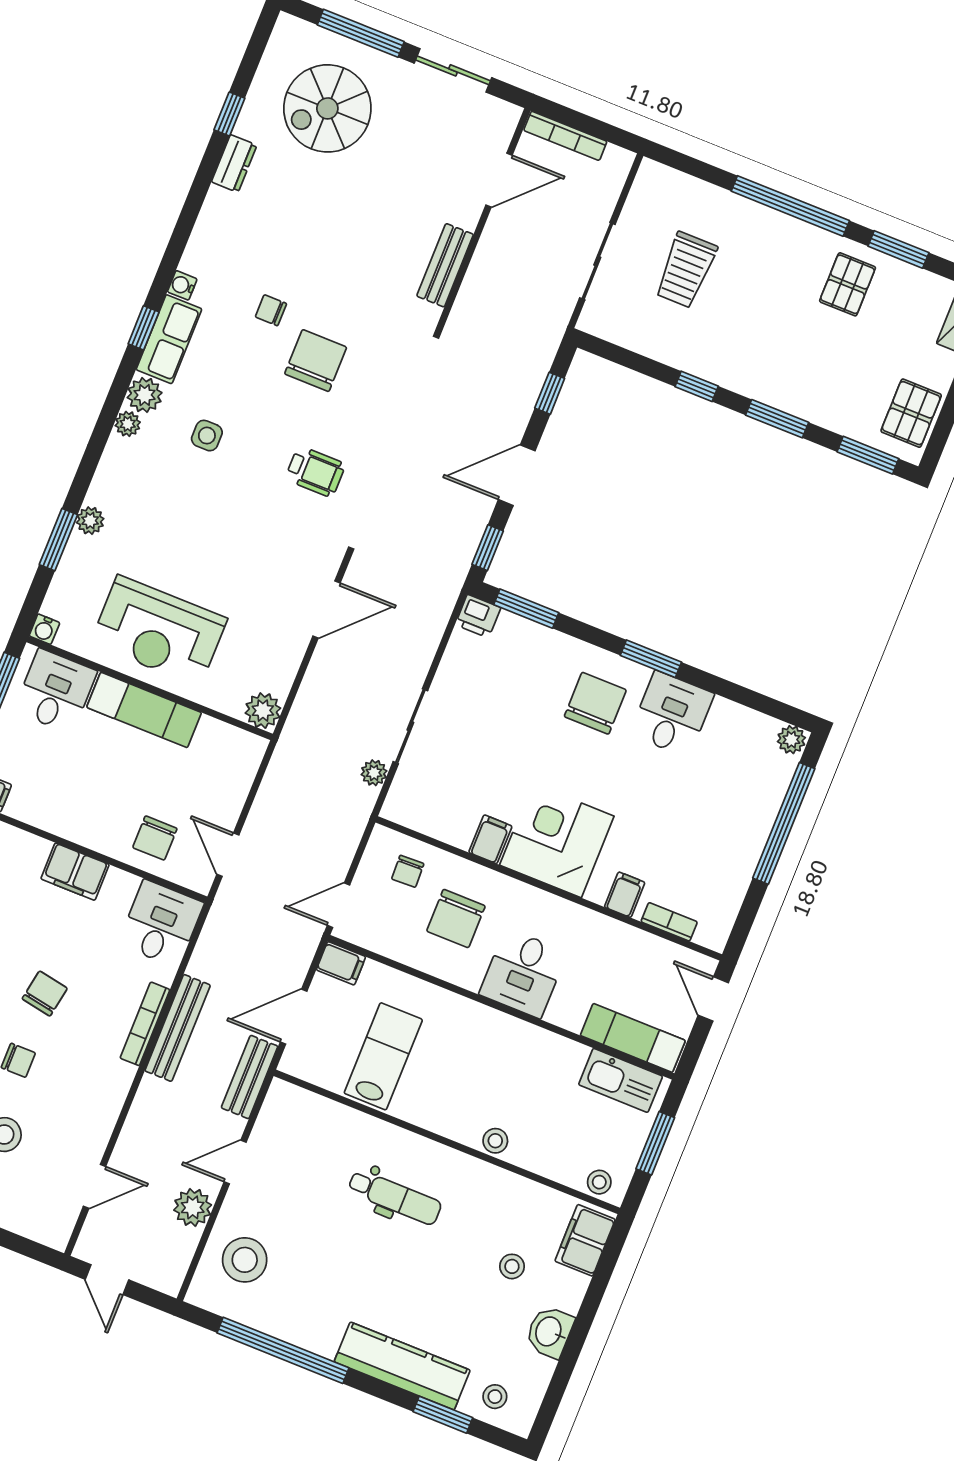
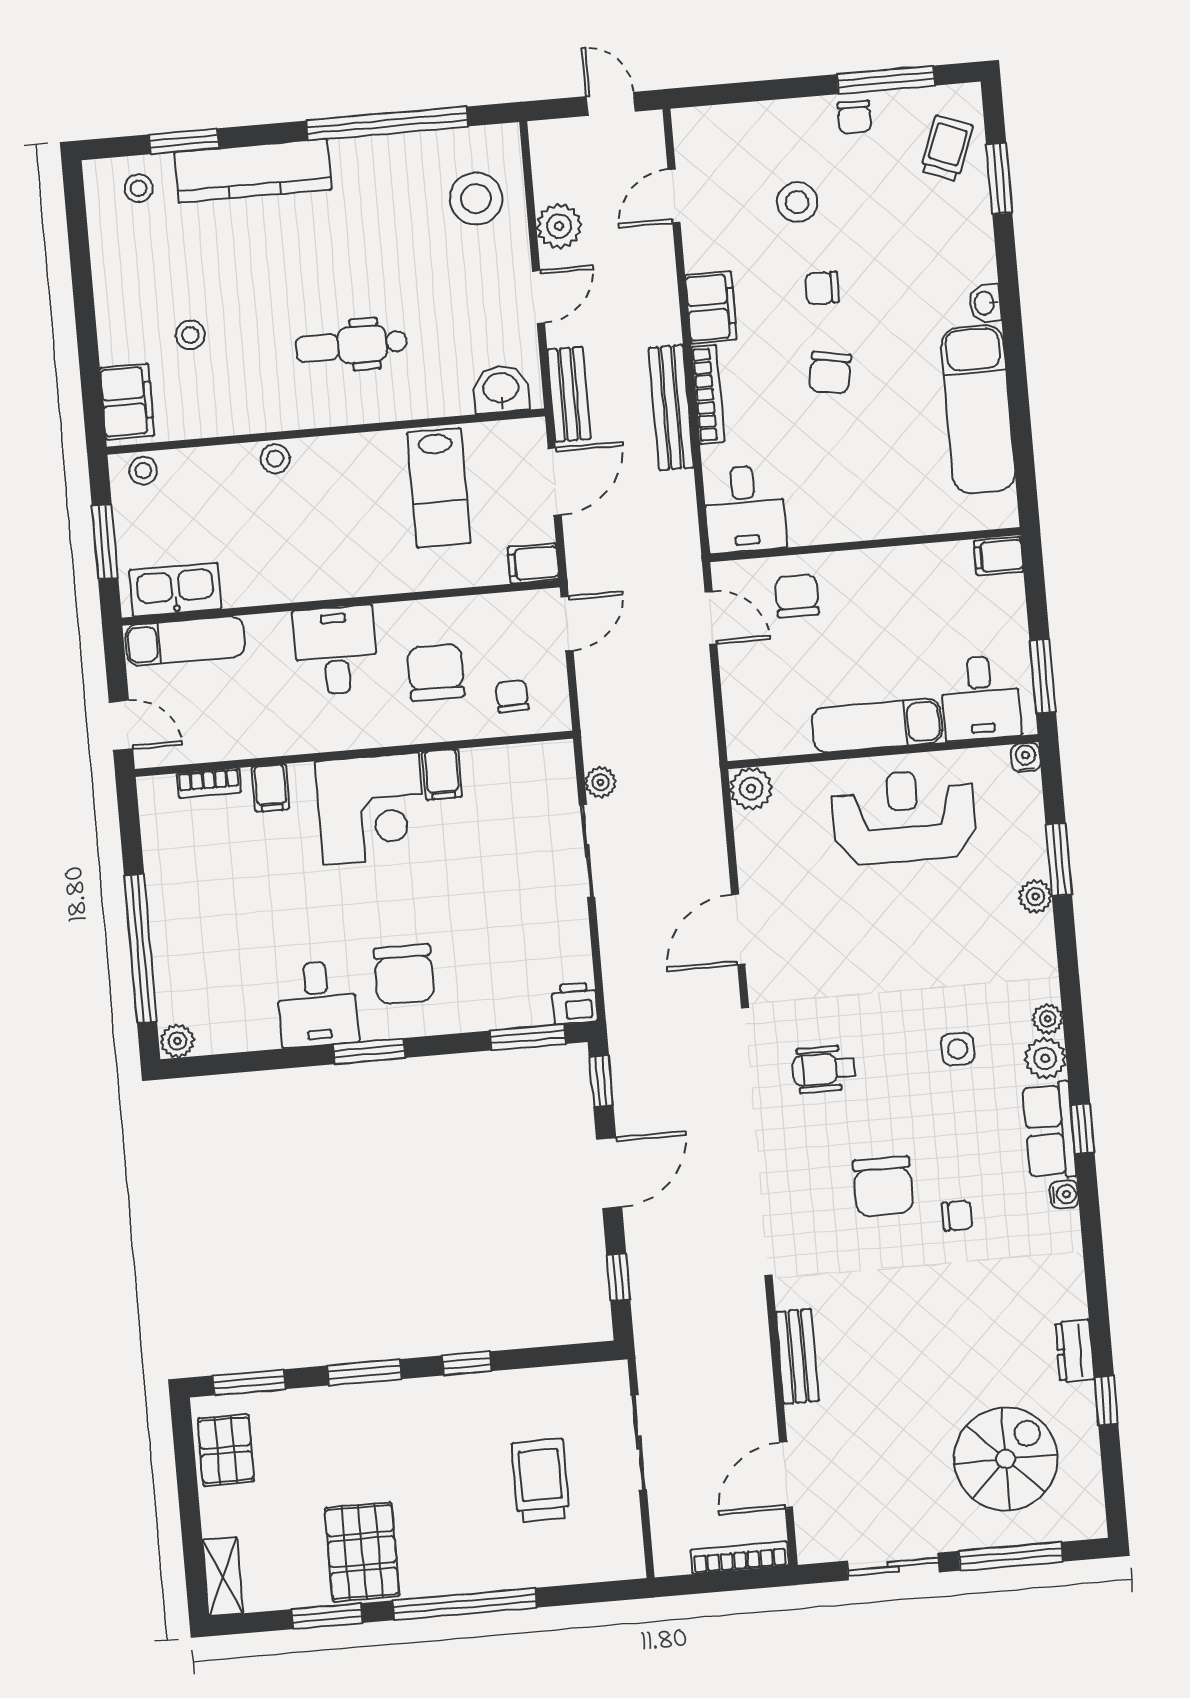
pallet: (848, 284) -> (362, 1552), width x1.50, depth x1.42
filing cabinet: (75, 872) -> (711, 307), moved, turned 90
washbasin: (549, 1332) -> (501, 389), moved, turned -90

